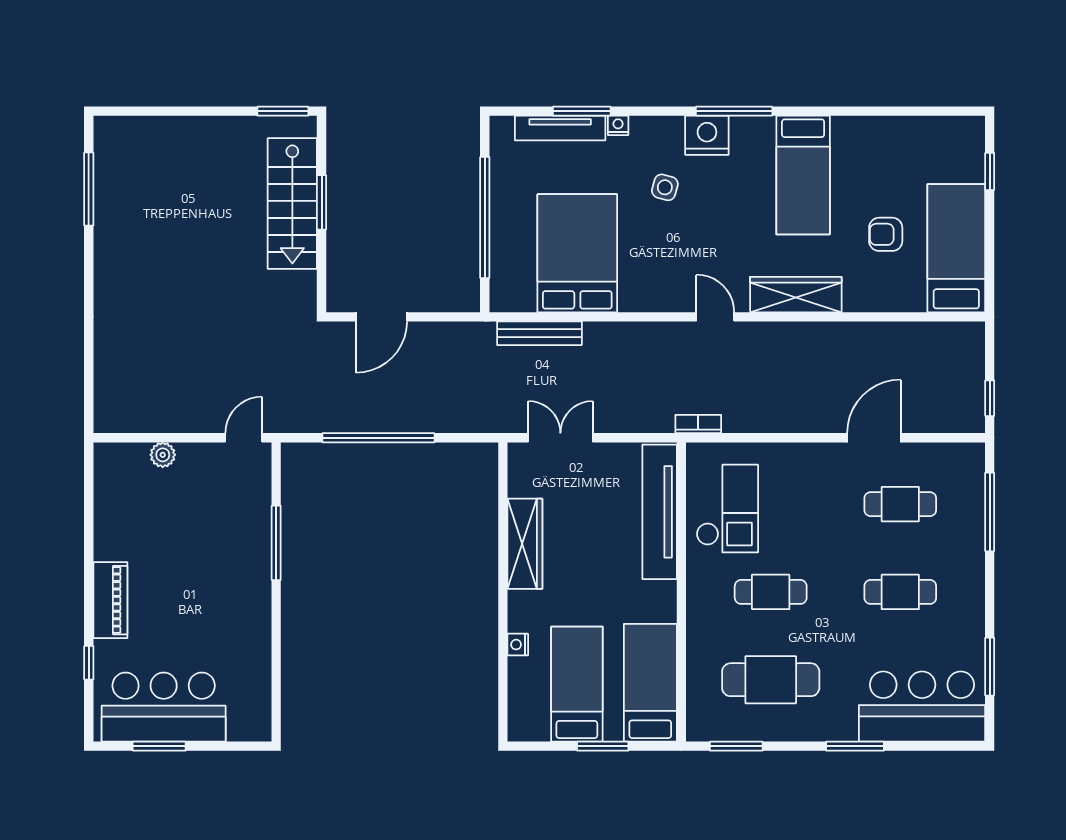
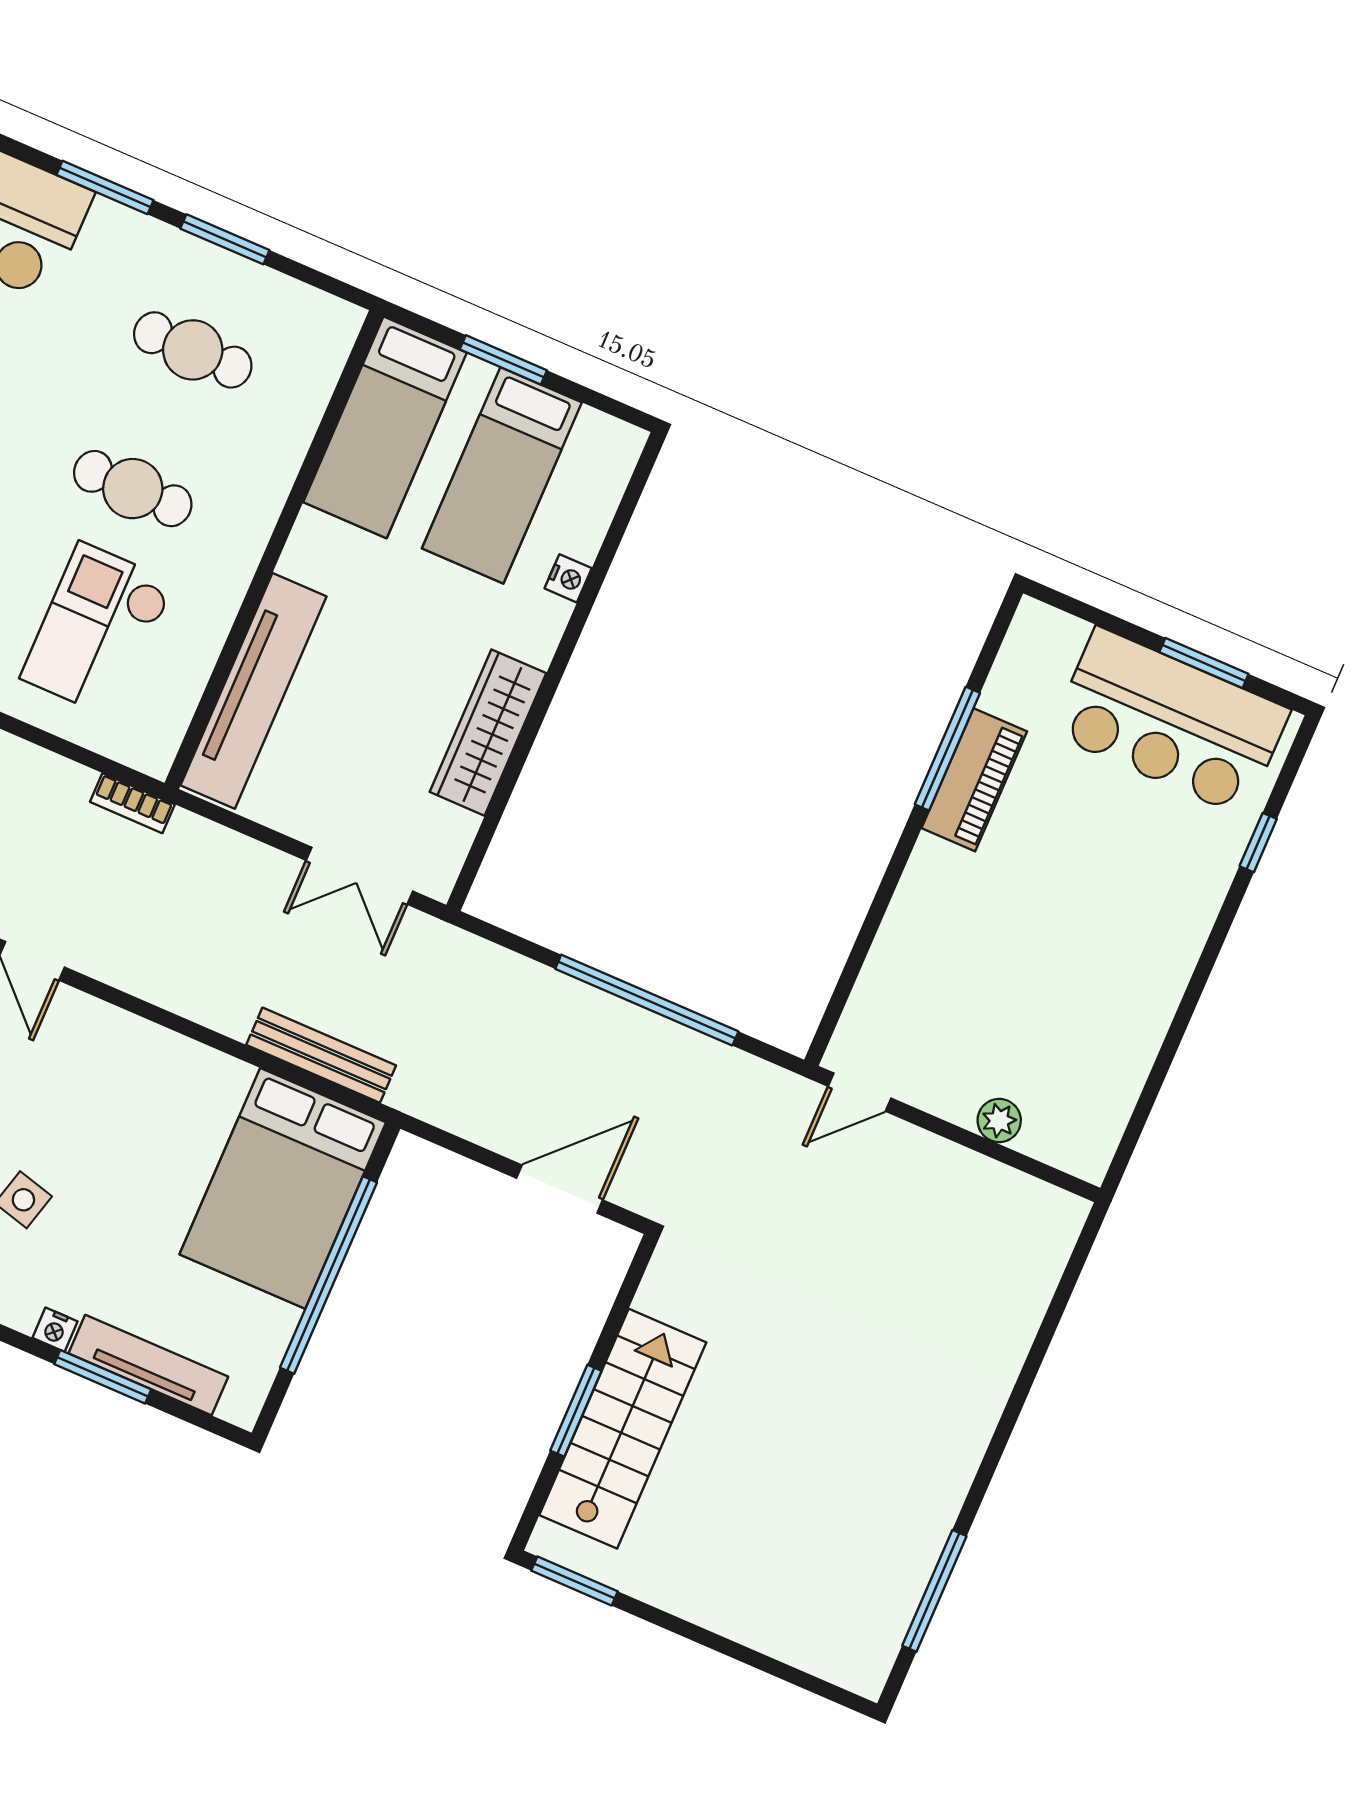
bed: (577, 253) -> (283, 1188), moved
checkout: (727, 509) -> (97, 630), moved
window: (276, 543) -> (947, 749), moved
piano: (110, 600) -> (974, 780), moved, turned 180
cafe table: (771, 680) -> (193, 350), width x0.73, depth x0.74
window: (736, 746) -> (225, 239), moved

